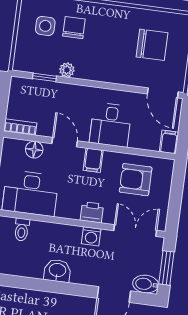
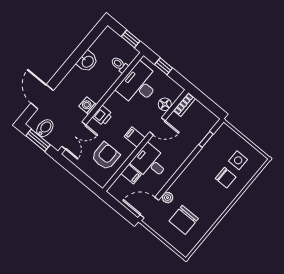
plant: (67, 70) -> (168, 198), moved
filing cabinet: (169, 142) -> (131, 174), moved
washbasin: (57, 271) -> (87, 61), moved
bidet: (146, 284) -> (45, 128), moved

